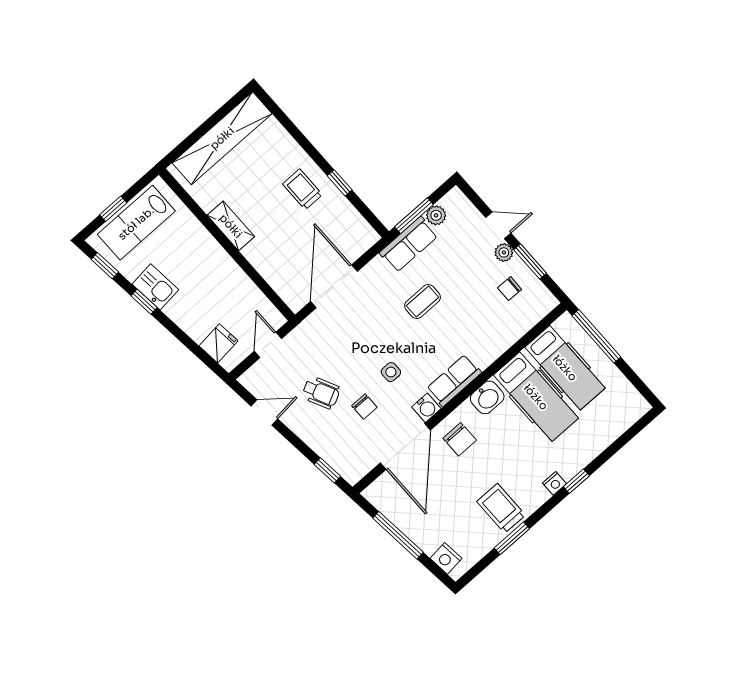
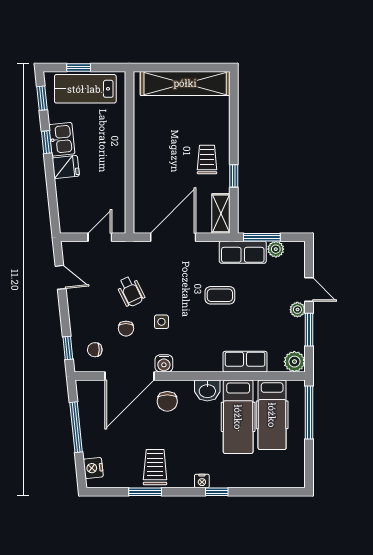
shelving: (231, 226) -> (221, 213), moved
chair: (510, 289) -> (95, 350), moved
plant: (543, 302) -> (294, 362), added
fridge: (219, 343) -> (66, 167), moved
row of seats: (454, 380) -> (245, 362), moved
wheelchair: (321, 393) -> (131, 291), moved

